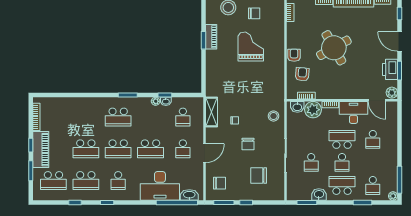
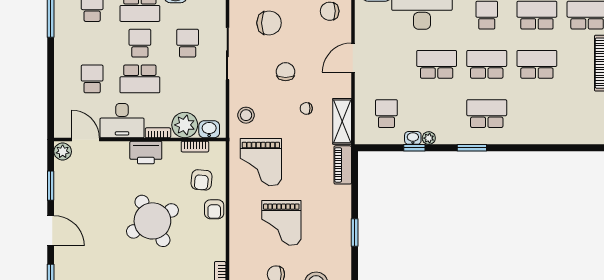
piano: (211, 37) -> (343, 165), moved
printer: (390, 69) -> (146, 153), moved, turned 90
grand piano: (264, 86) -> (261, 162), added
school desk: (183, 149) -> (386, 64), removed

